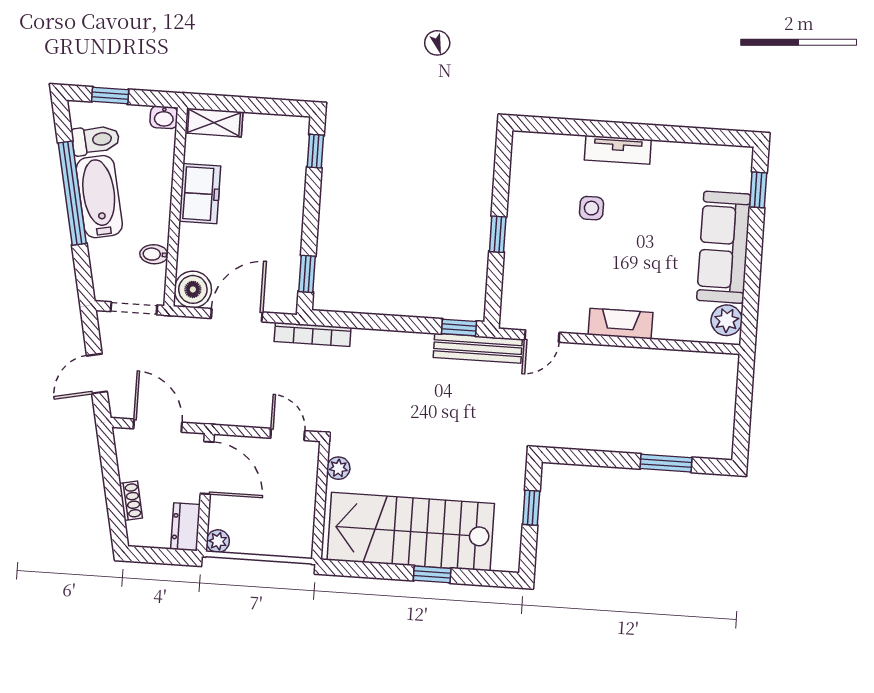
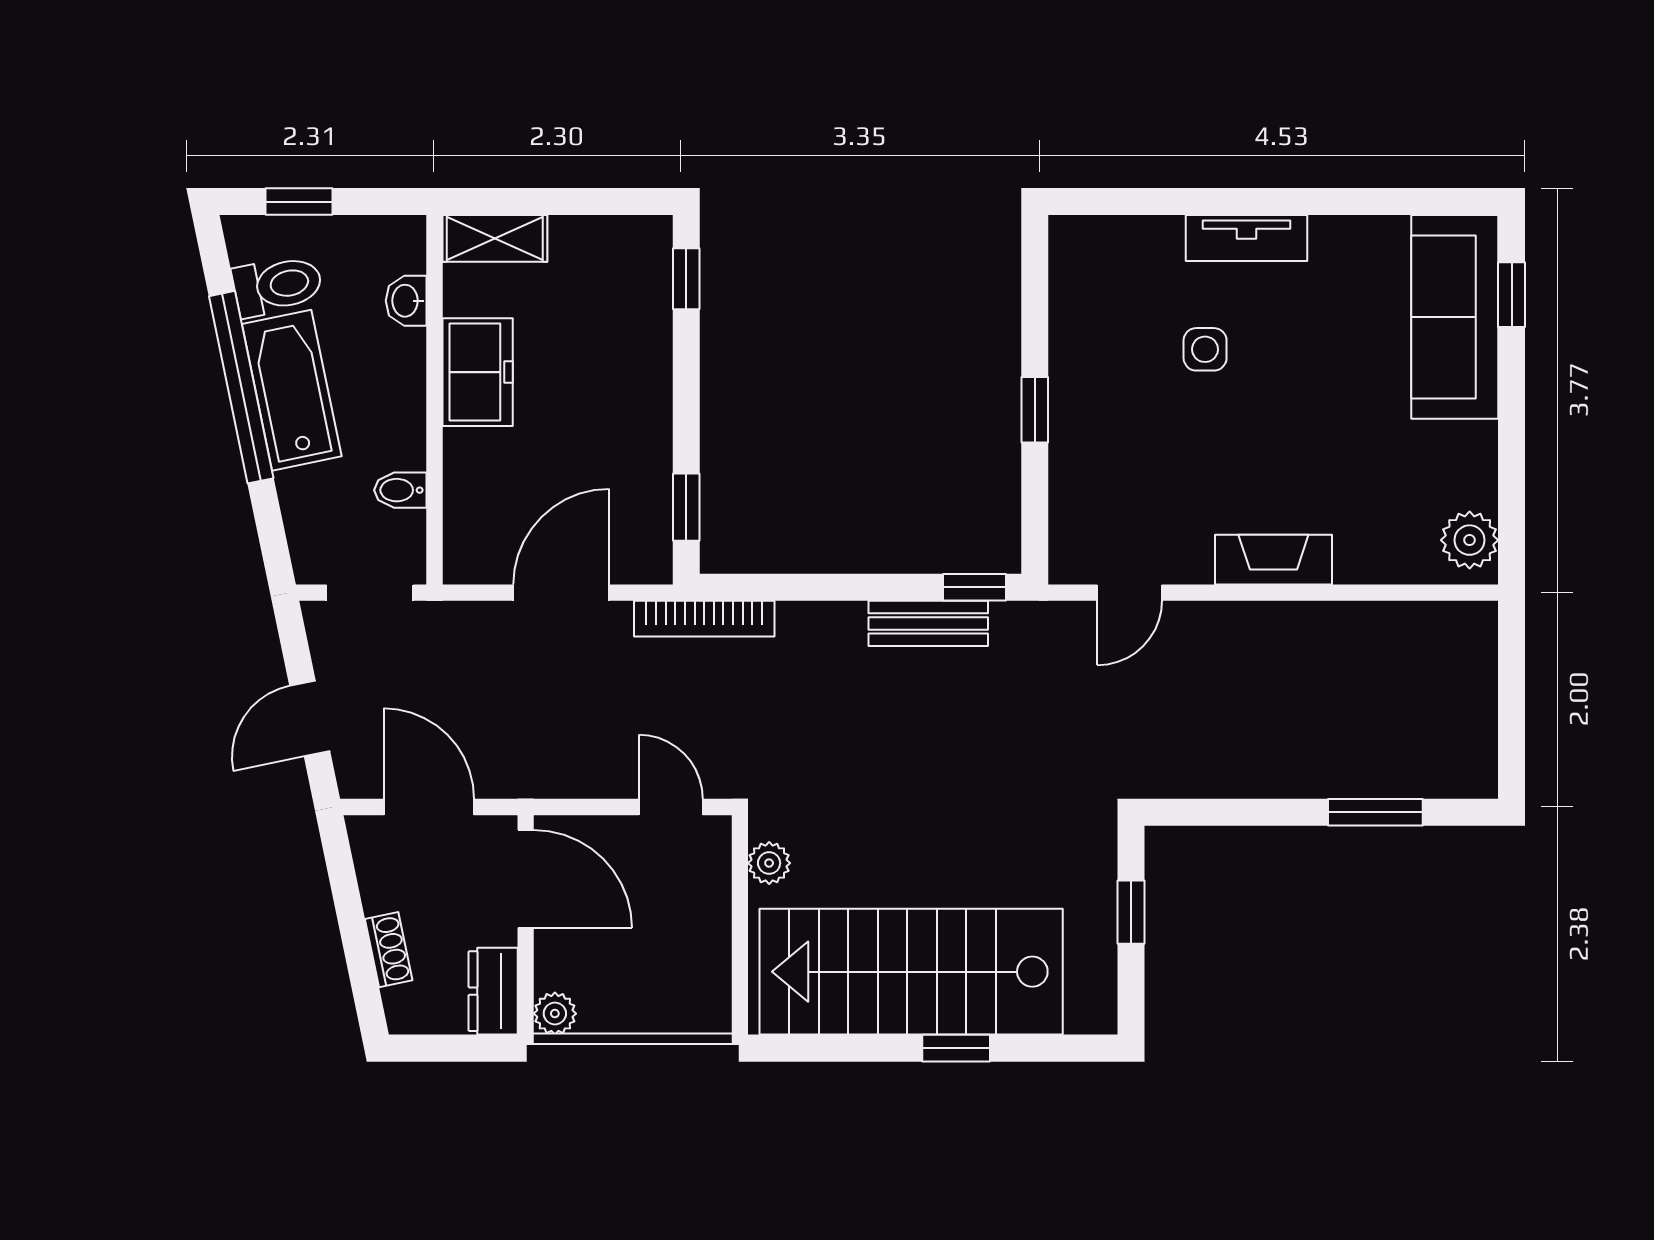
washbasin: (164, 117) -> (406, 301), moved, turned 90
sofa: (724, 247) -> (1455, 317), moved
boiler: (193, 289) -> (477, 550), removed
bench: (478, 348) -> (928, 623), moved, width x0.73

